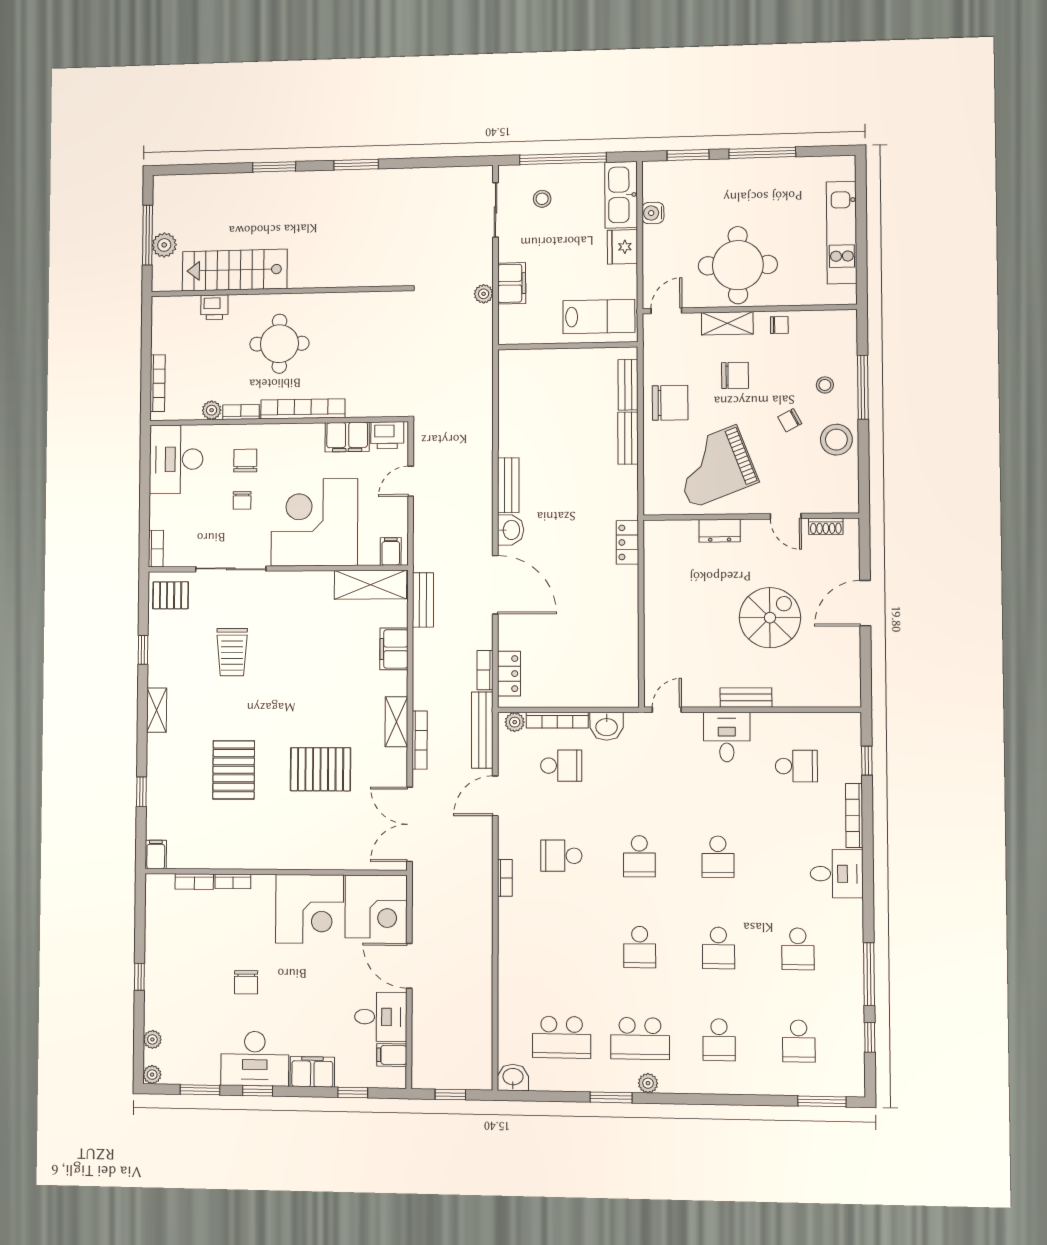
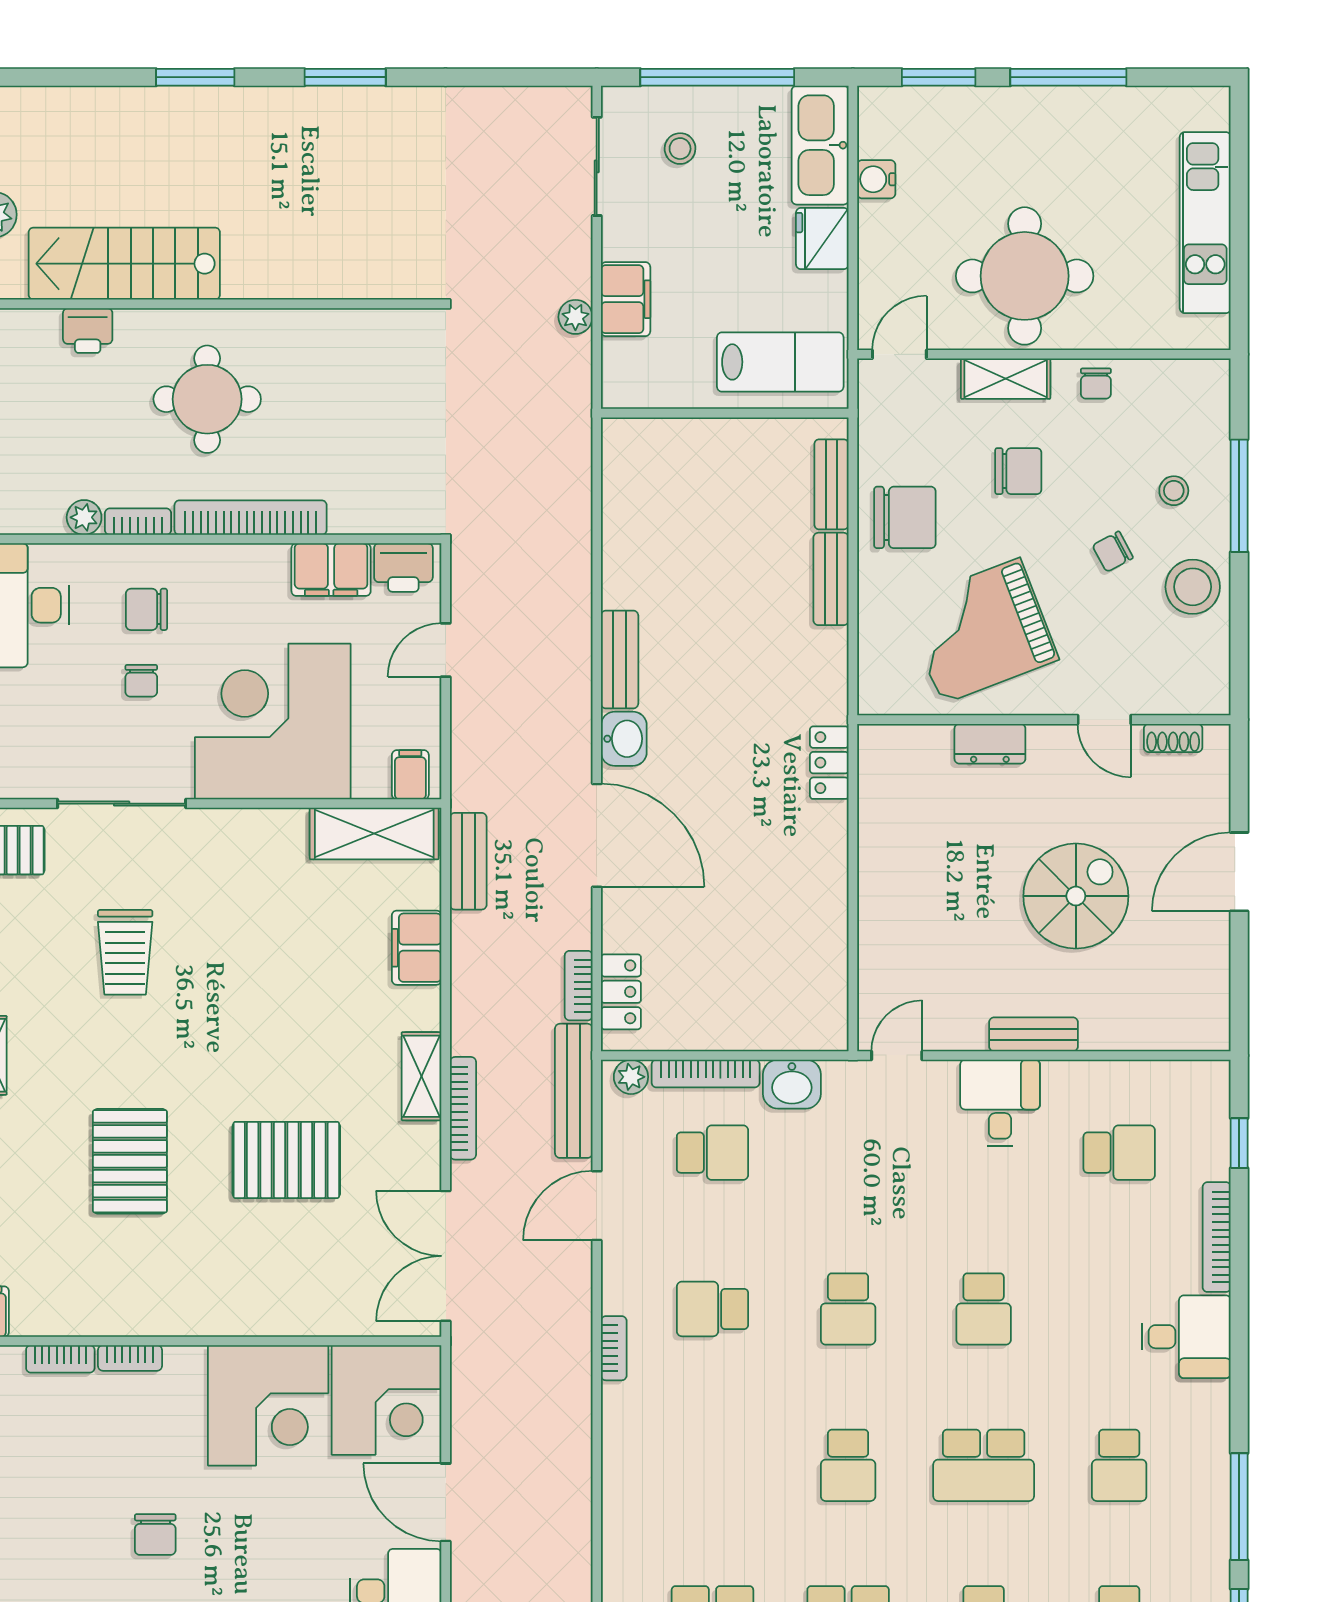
chair: (779, 325) -> (1096, 384), turned 90
chair: (245, 461) -> (146, 609), turned -90
school desk: (718, 948) -> (984, 1465), width x1.85

